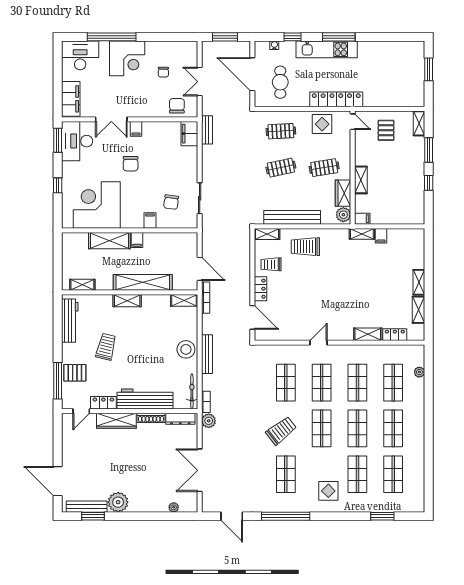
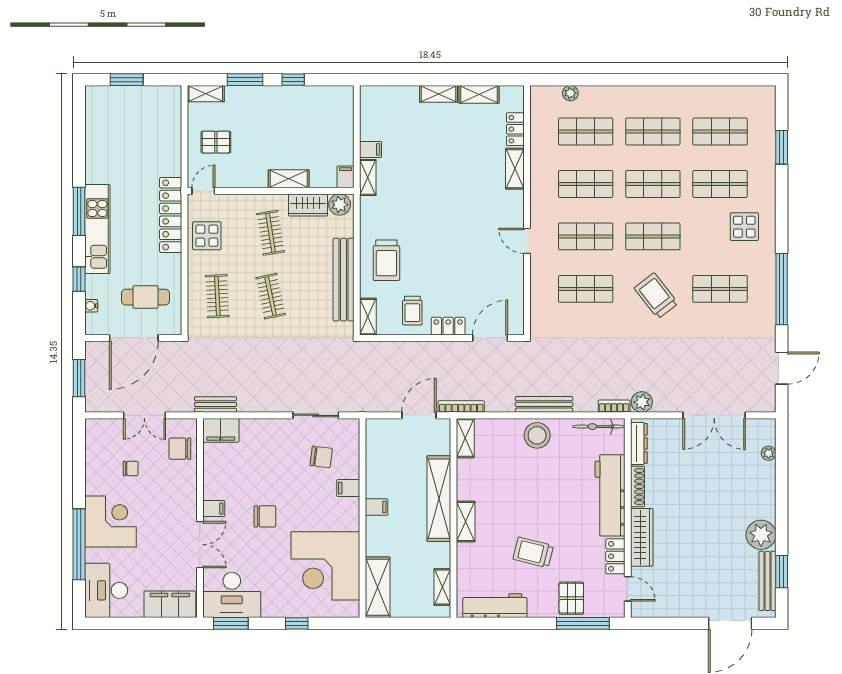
shelving: (109, 241) -> (378, 587), moved

